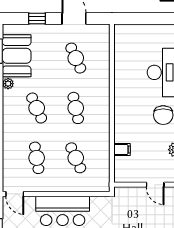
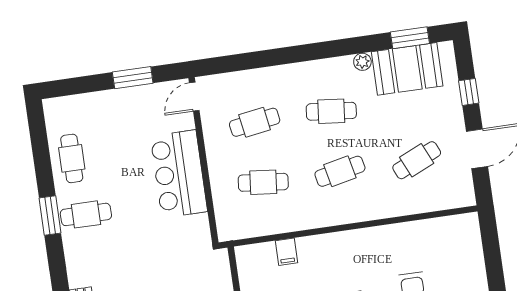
cafe table: (37, 108) -> (331, 111), turned 30
cafe table: (76, 158) -> (263, 182), turned 30

